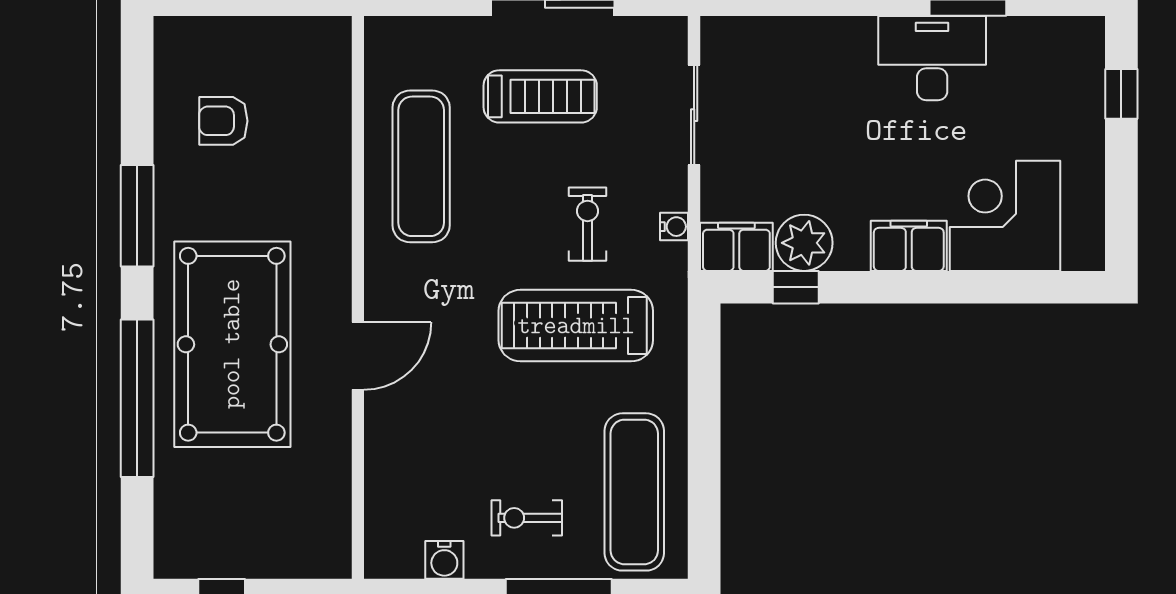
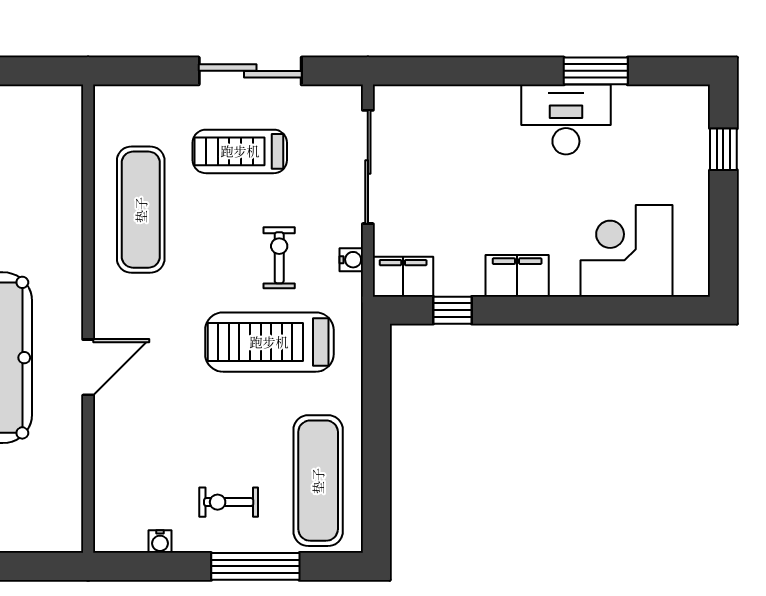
treadmill: (540, 96) -> (240, 151), turned 180
sliding door: (694, 115) -> (368, 167), width x1.37
plant: (804, 243) -> (459, 273), removed
filing cabinet: (909, 246) -> (517, 276), moved
water cooler: (444, 560) -> (160, 541), width x0.72, depth x0.72

